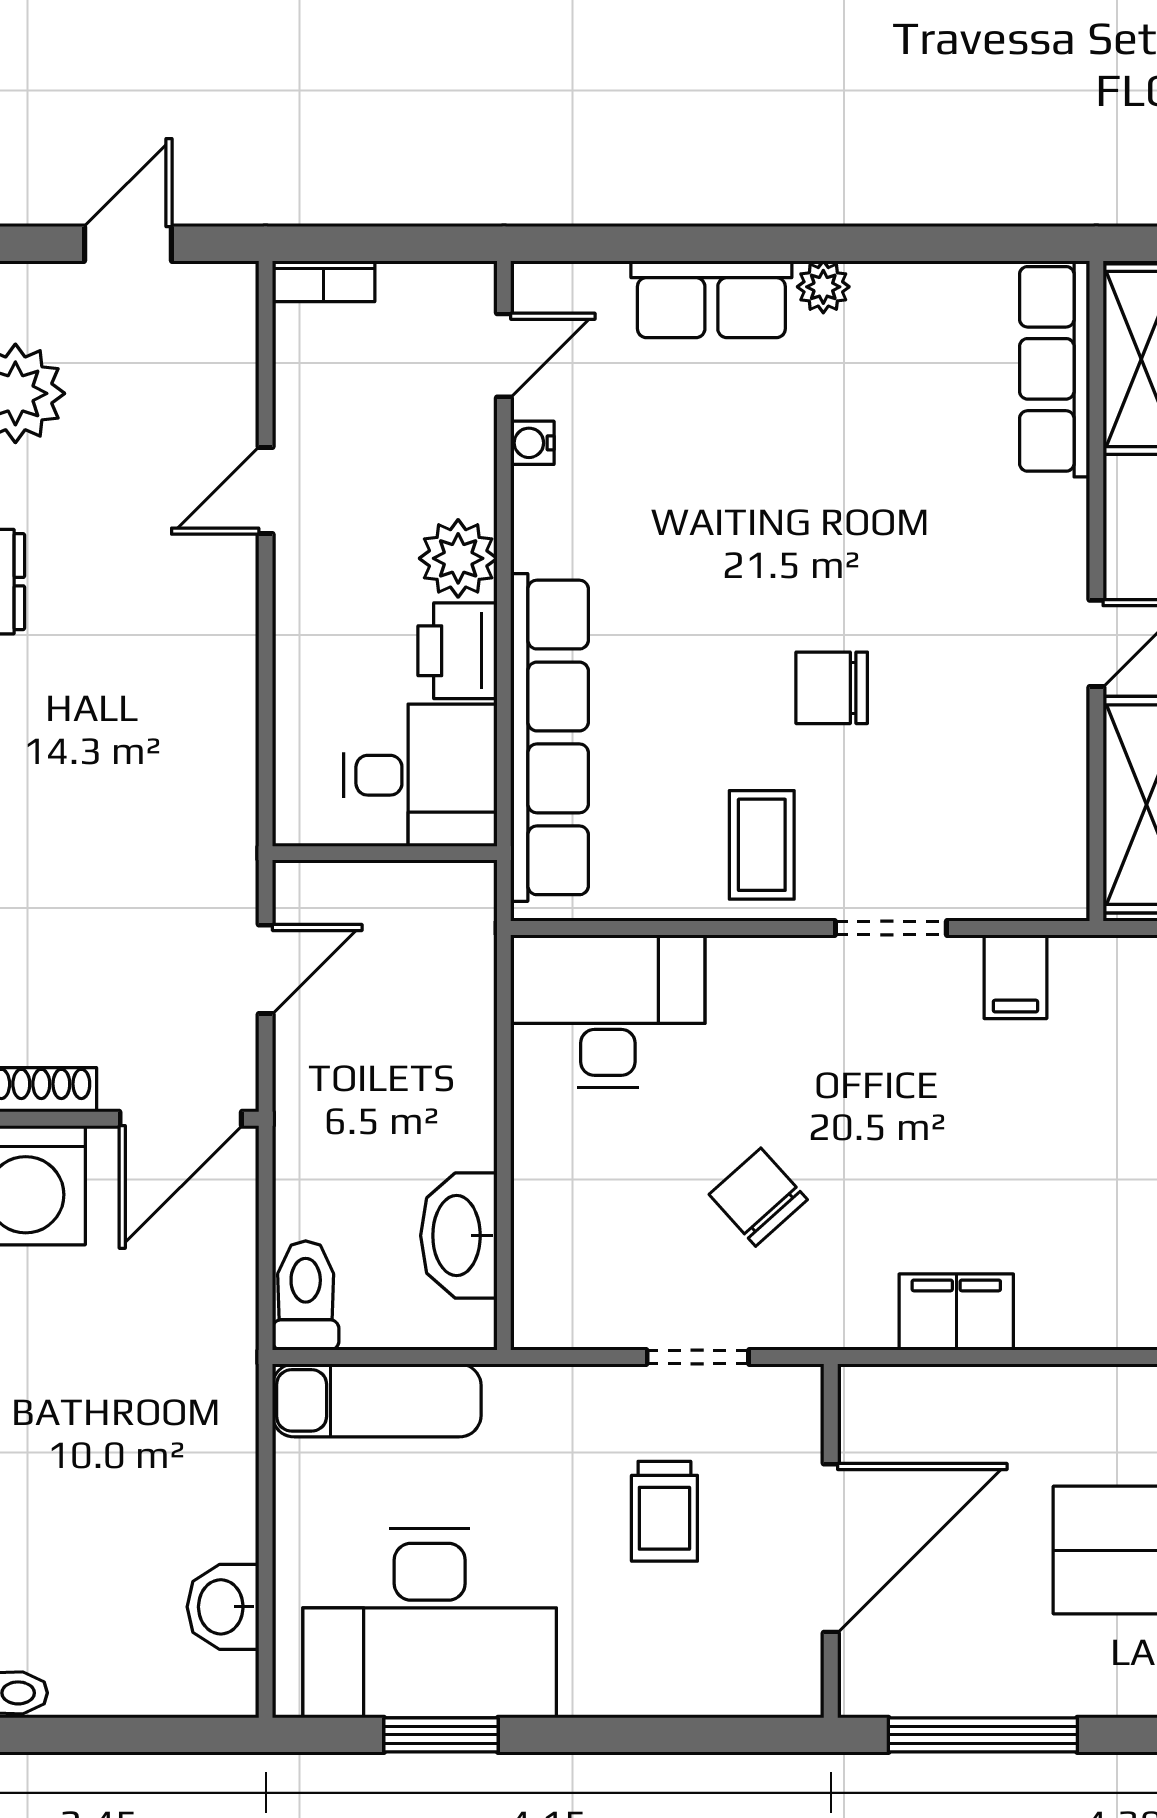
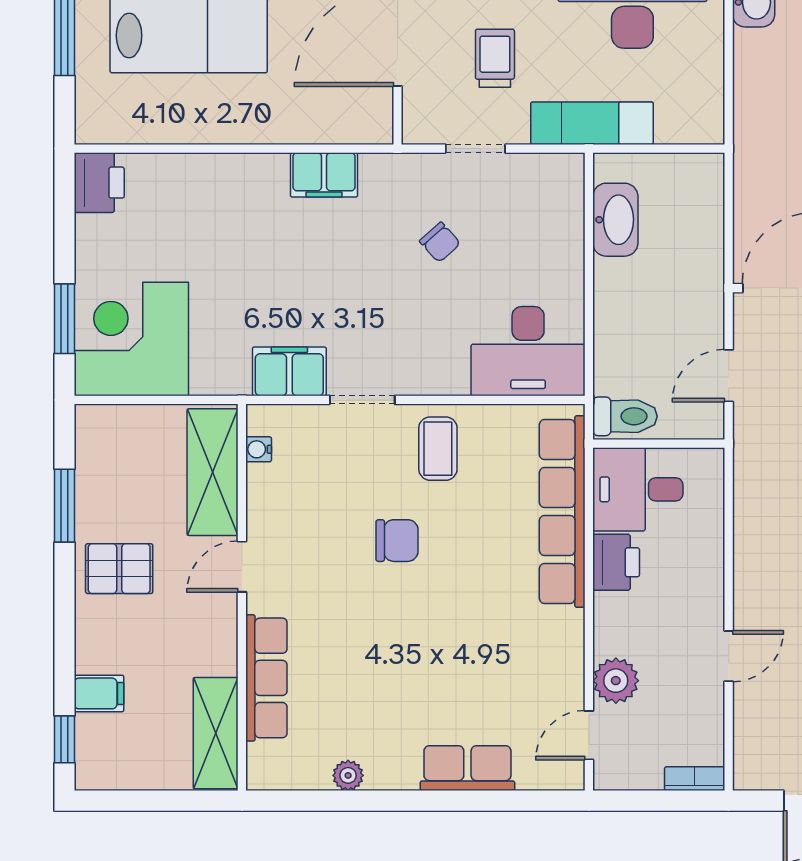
plant: (823, 287) -> (348, 775), moved
row of seats: (1055, 369) -> (266, 678), moved
water cooler: (532, 443) -> (259, 449), moved, turned 180
plant: (458, 558) -> (616, 681), moved
filing cabinet: (1015, 977) -> (289, 371), width x2.00
chair: (758, 1197) -> (440, 242), width x0.73, depth x0.73
toilet: (306, 1296) -> (625, 416), moved, turned -90
exam couch: (377, 1400) -> (592, 123), moved

